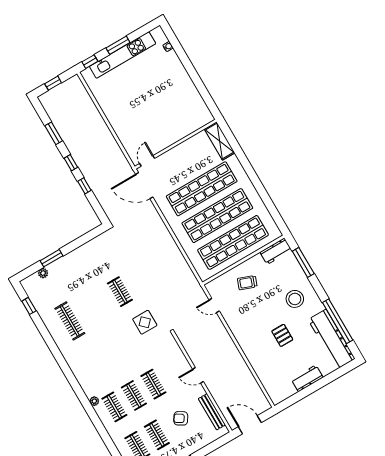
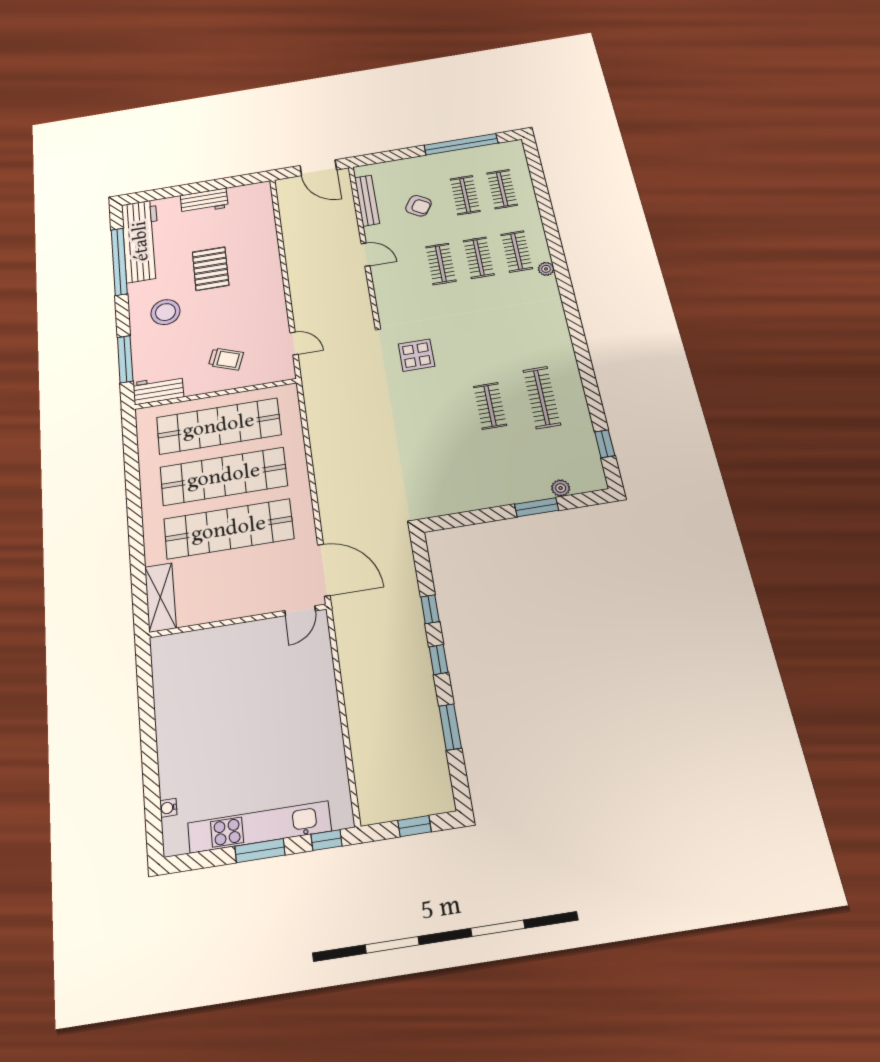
clothes rail: (120, 292) -> (490, 406), moved
pallet: (282, 335) -> (211, 269), width x1.50, depth x1.42

